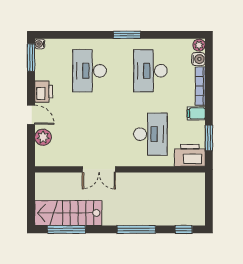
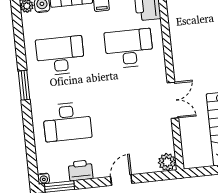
desk: (150, 71) -> (60, 56), turned 180
printer: (44, 92) -> (81, 170), moved
plant: (43, 137) -> (167, 162), moved

